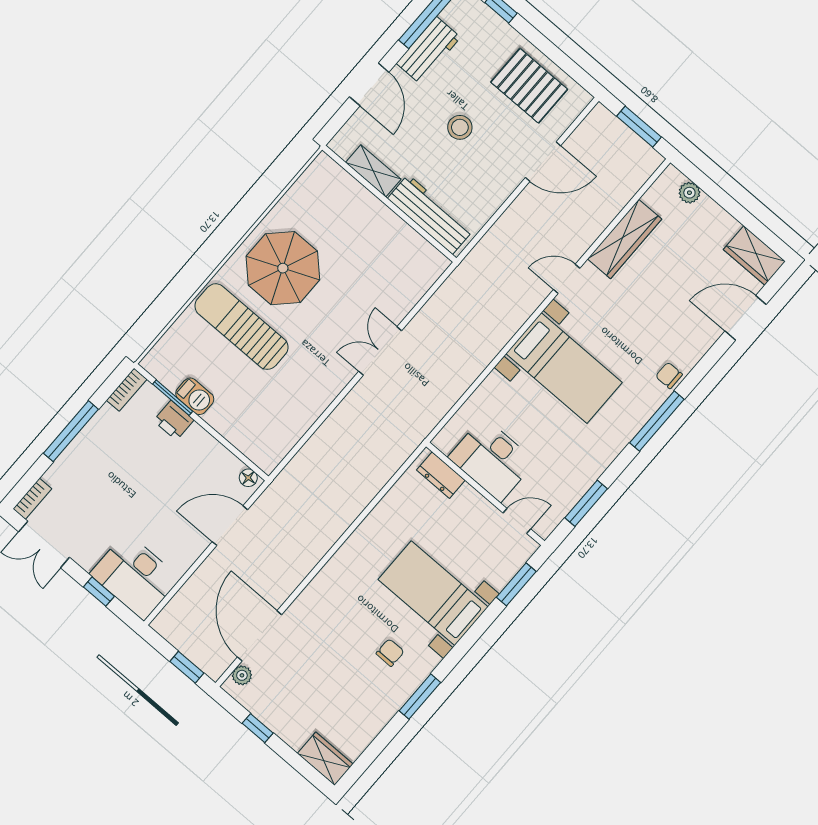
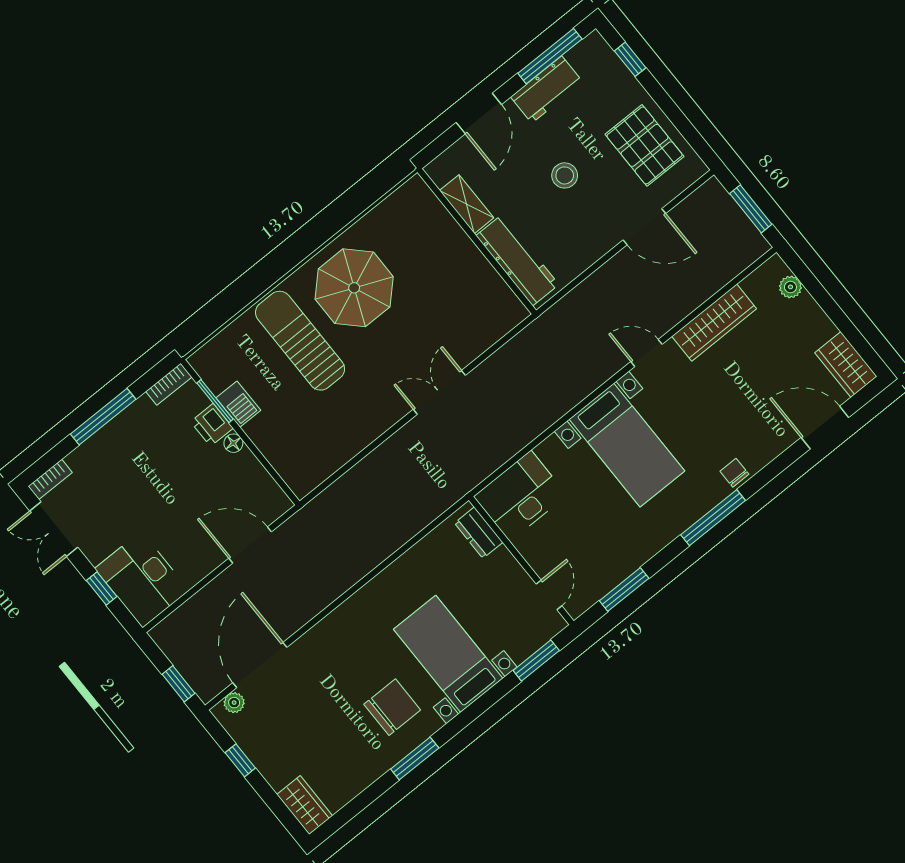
desk: (492, 459) -> (520, 496), moved, turned 90
floor lamp: (248, 478) -> (233, 443), moved
door: (517, 521) -> (549, 595), hinge flipped
chair: (390, 653) -> (392, 707), width x1.87, depth x1.87

